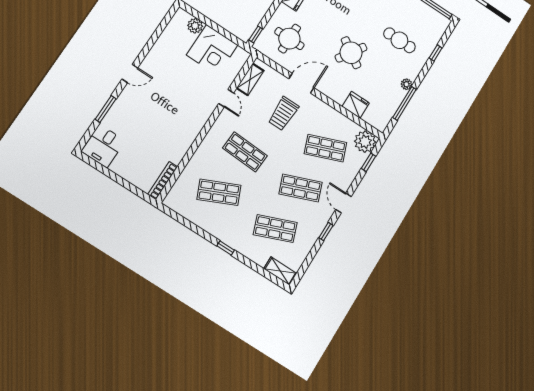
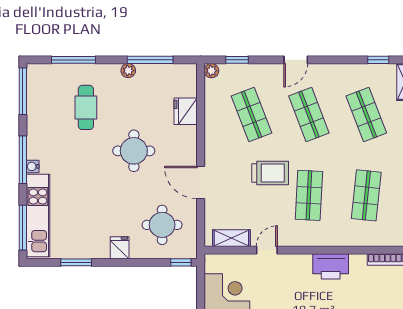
round table: (351, 53) -> (134, 151), turned -33
window: (436, 53) -> (74, 60), width x2.17
trolley: (283, 114) -> (270, 173), moved
printer: (186, 135) -> (331, 266), added
plant: (365, 142) -> (211, 71), width x0.53, depth x0.53
shop shelf: (219, 192) -> (366, 195), turned 30
window: (326, 232) -> (378, 60), moved

